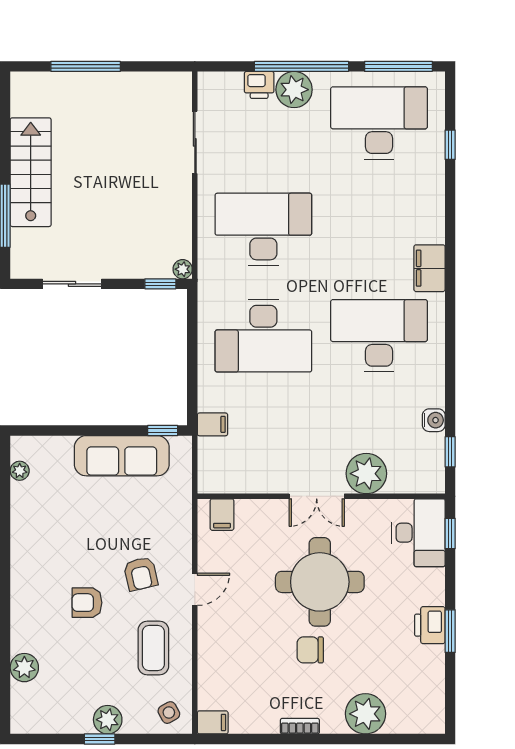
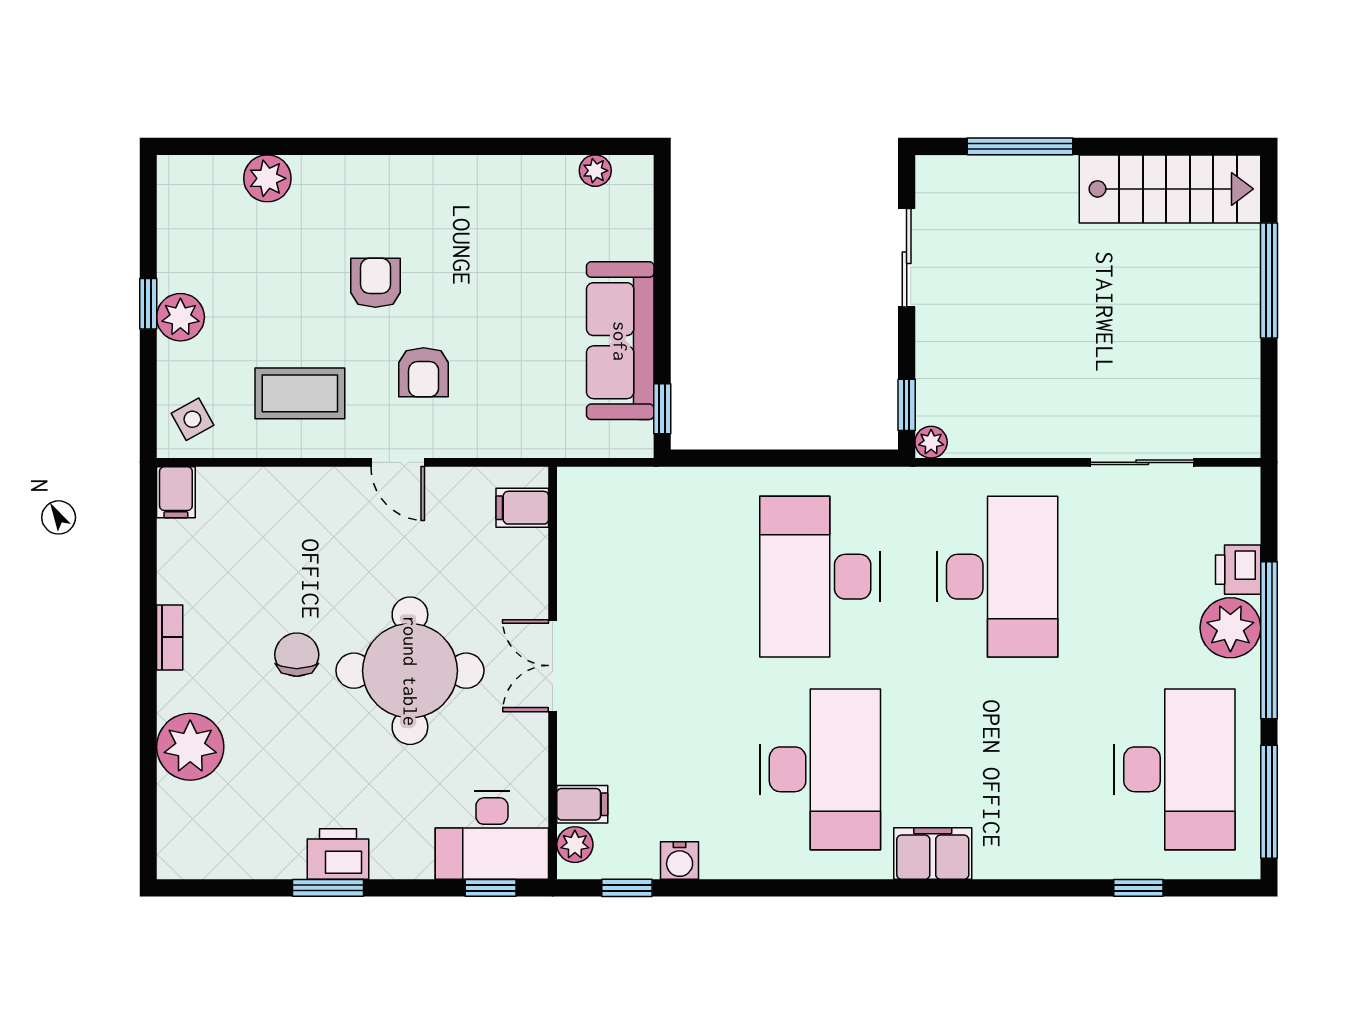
stairs: (31, 172) -> (1170, 189), moved
filing cabinet: (212, 424) -> (582, 804), moved, turned -90
plant: (366, 474) -> (575, 845), moved, width x0.53, depth x0.53
armchair: (141, 574) -> (424, 372), turned -77

